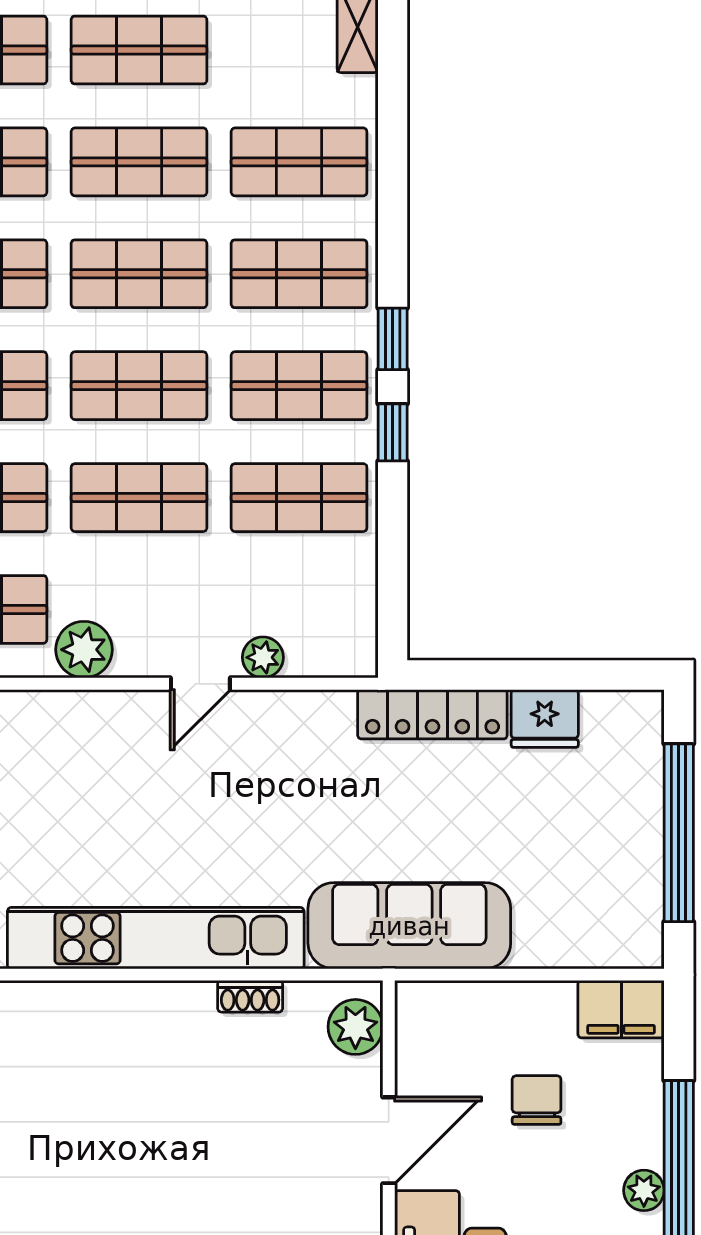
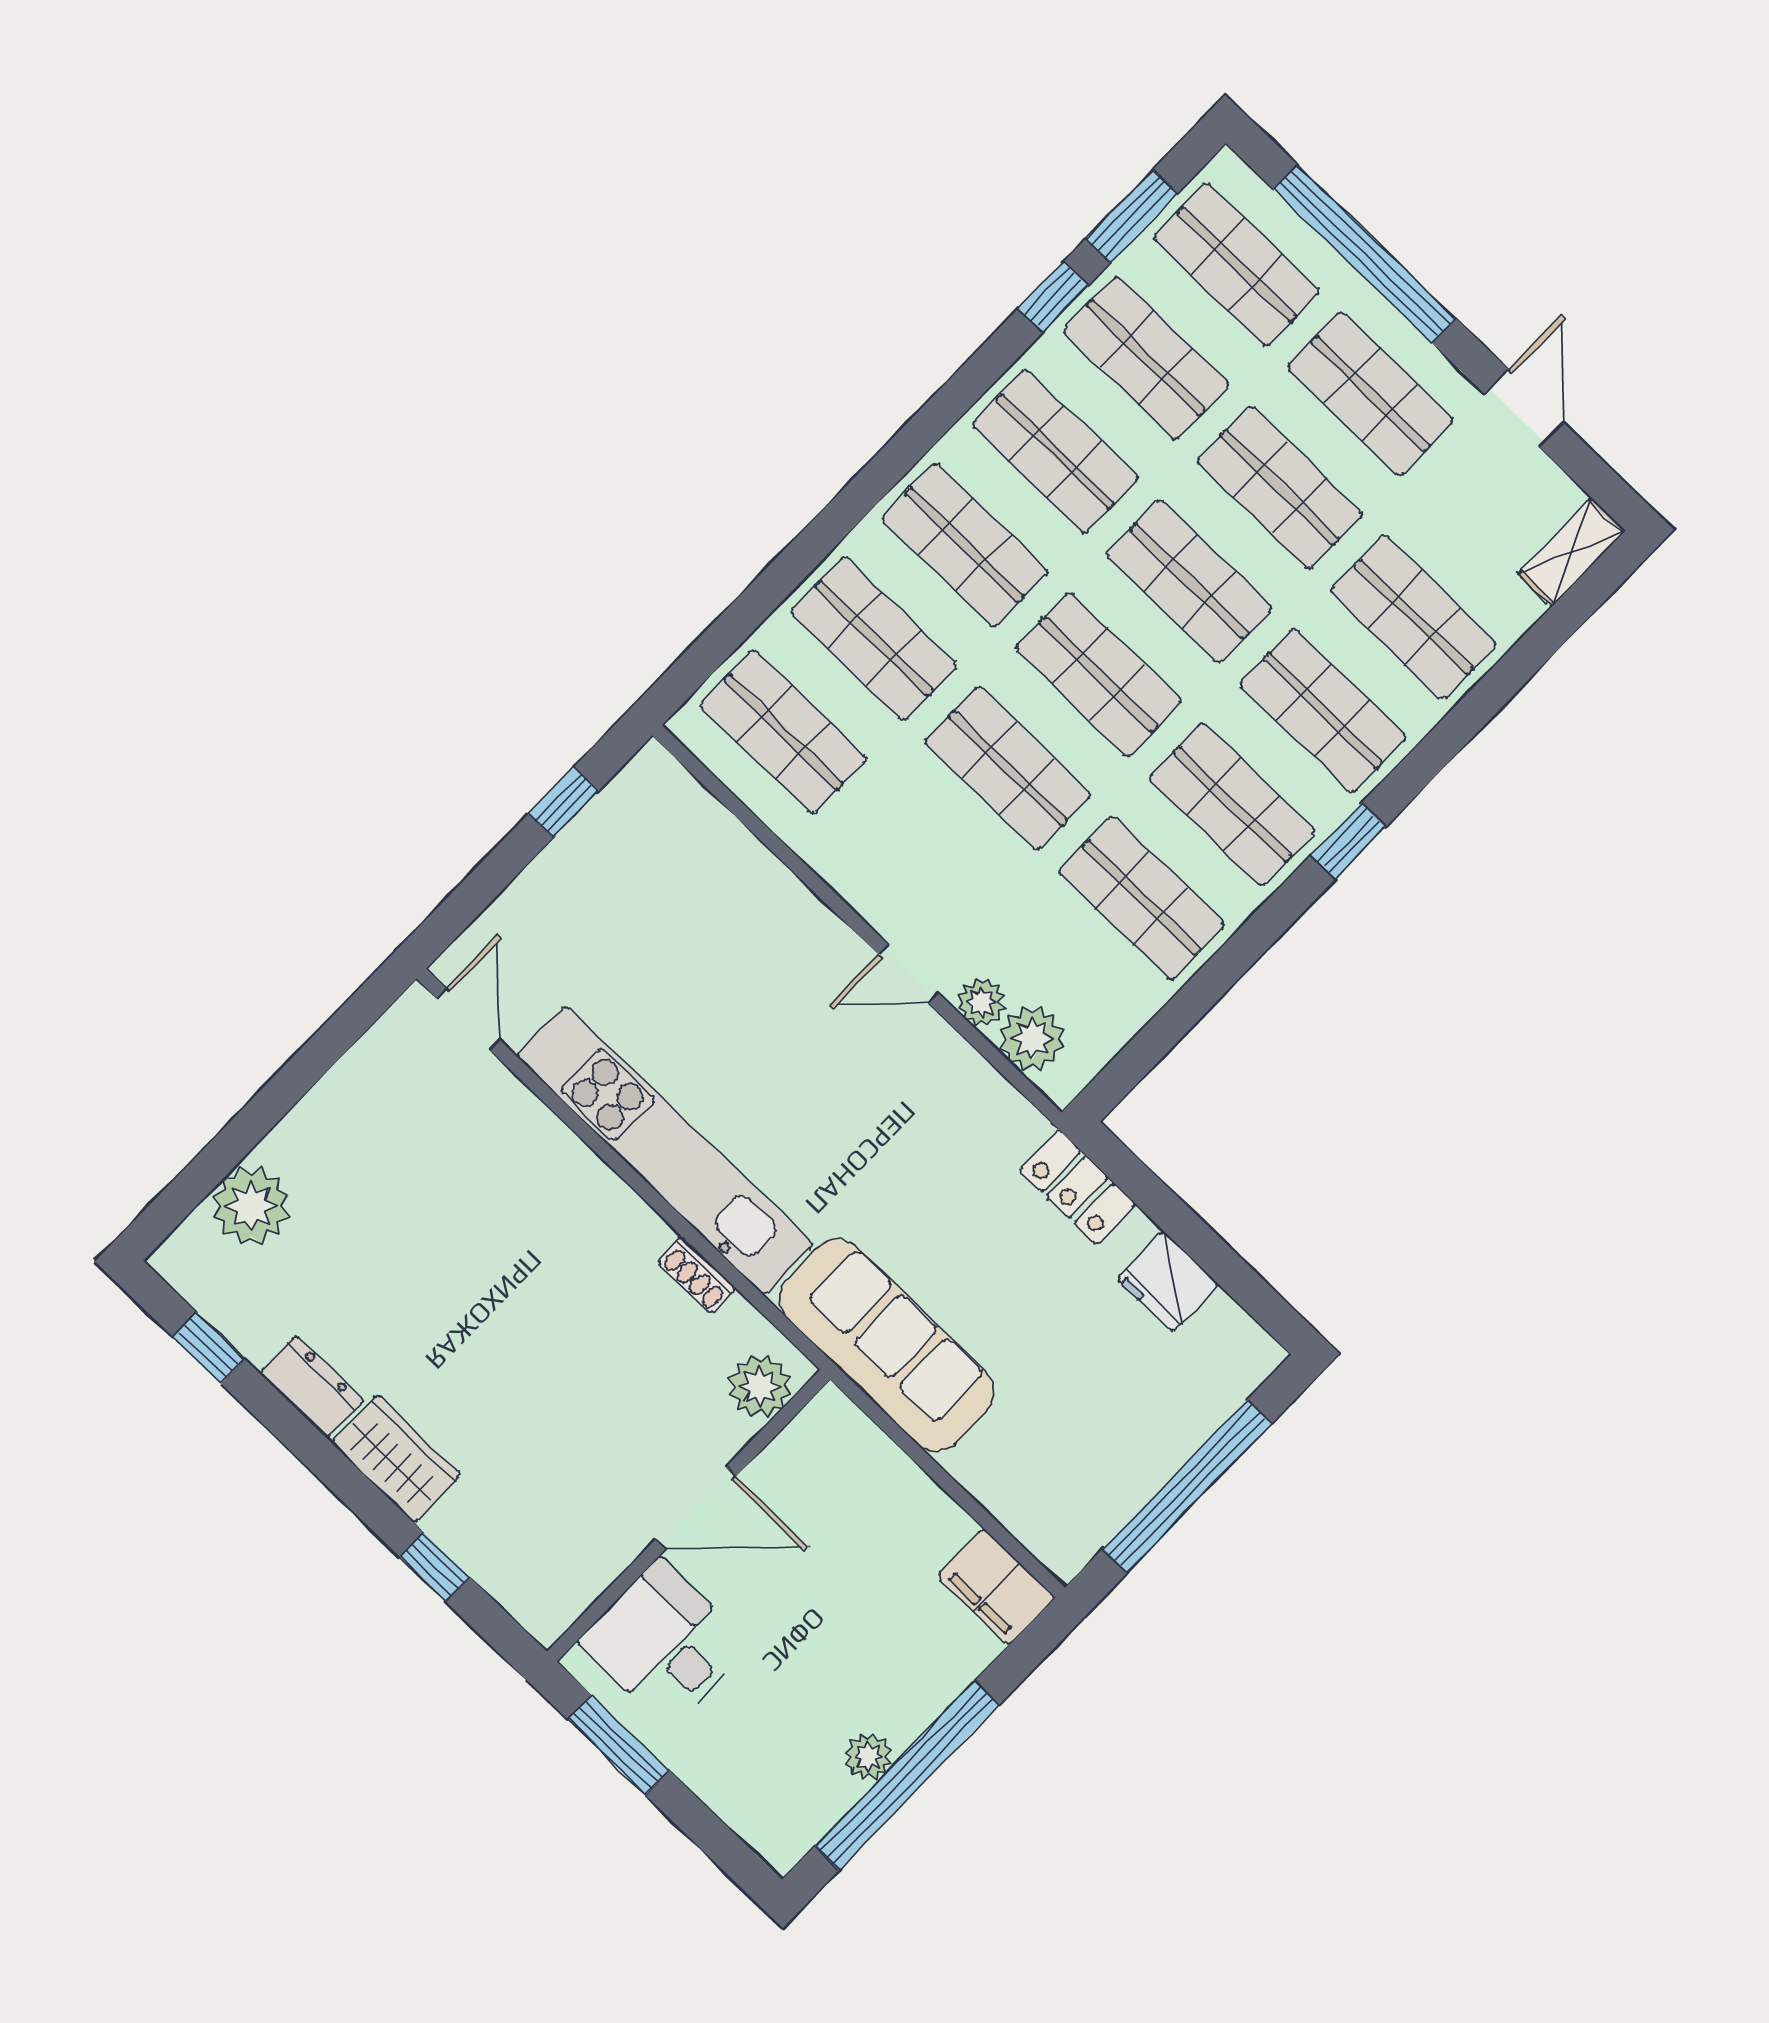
window: (393, 432) -> (1273, 919), removed
plant: (84, 650) -> (1032, 1038), moved
locker: (432, 714) -> (1077, 1187), width x0.66
chair: (537, 1100) -> (852, 1594), removed

